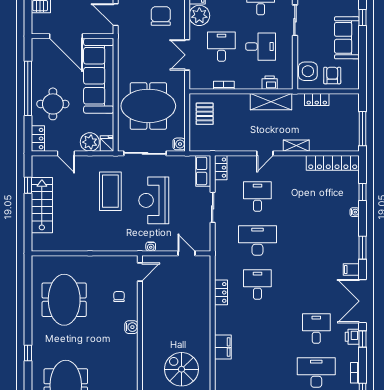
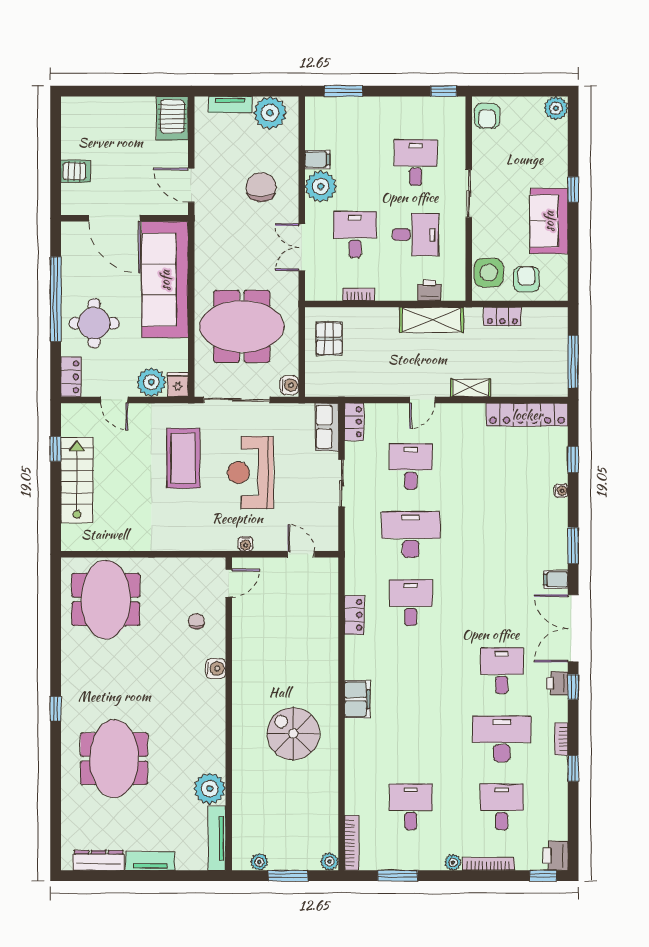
meeting table: (64, 300) -> (106, 599), moved

